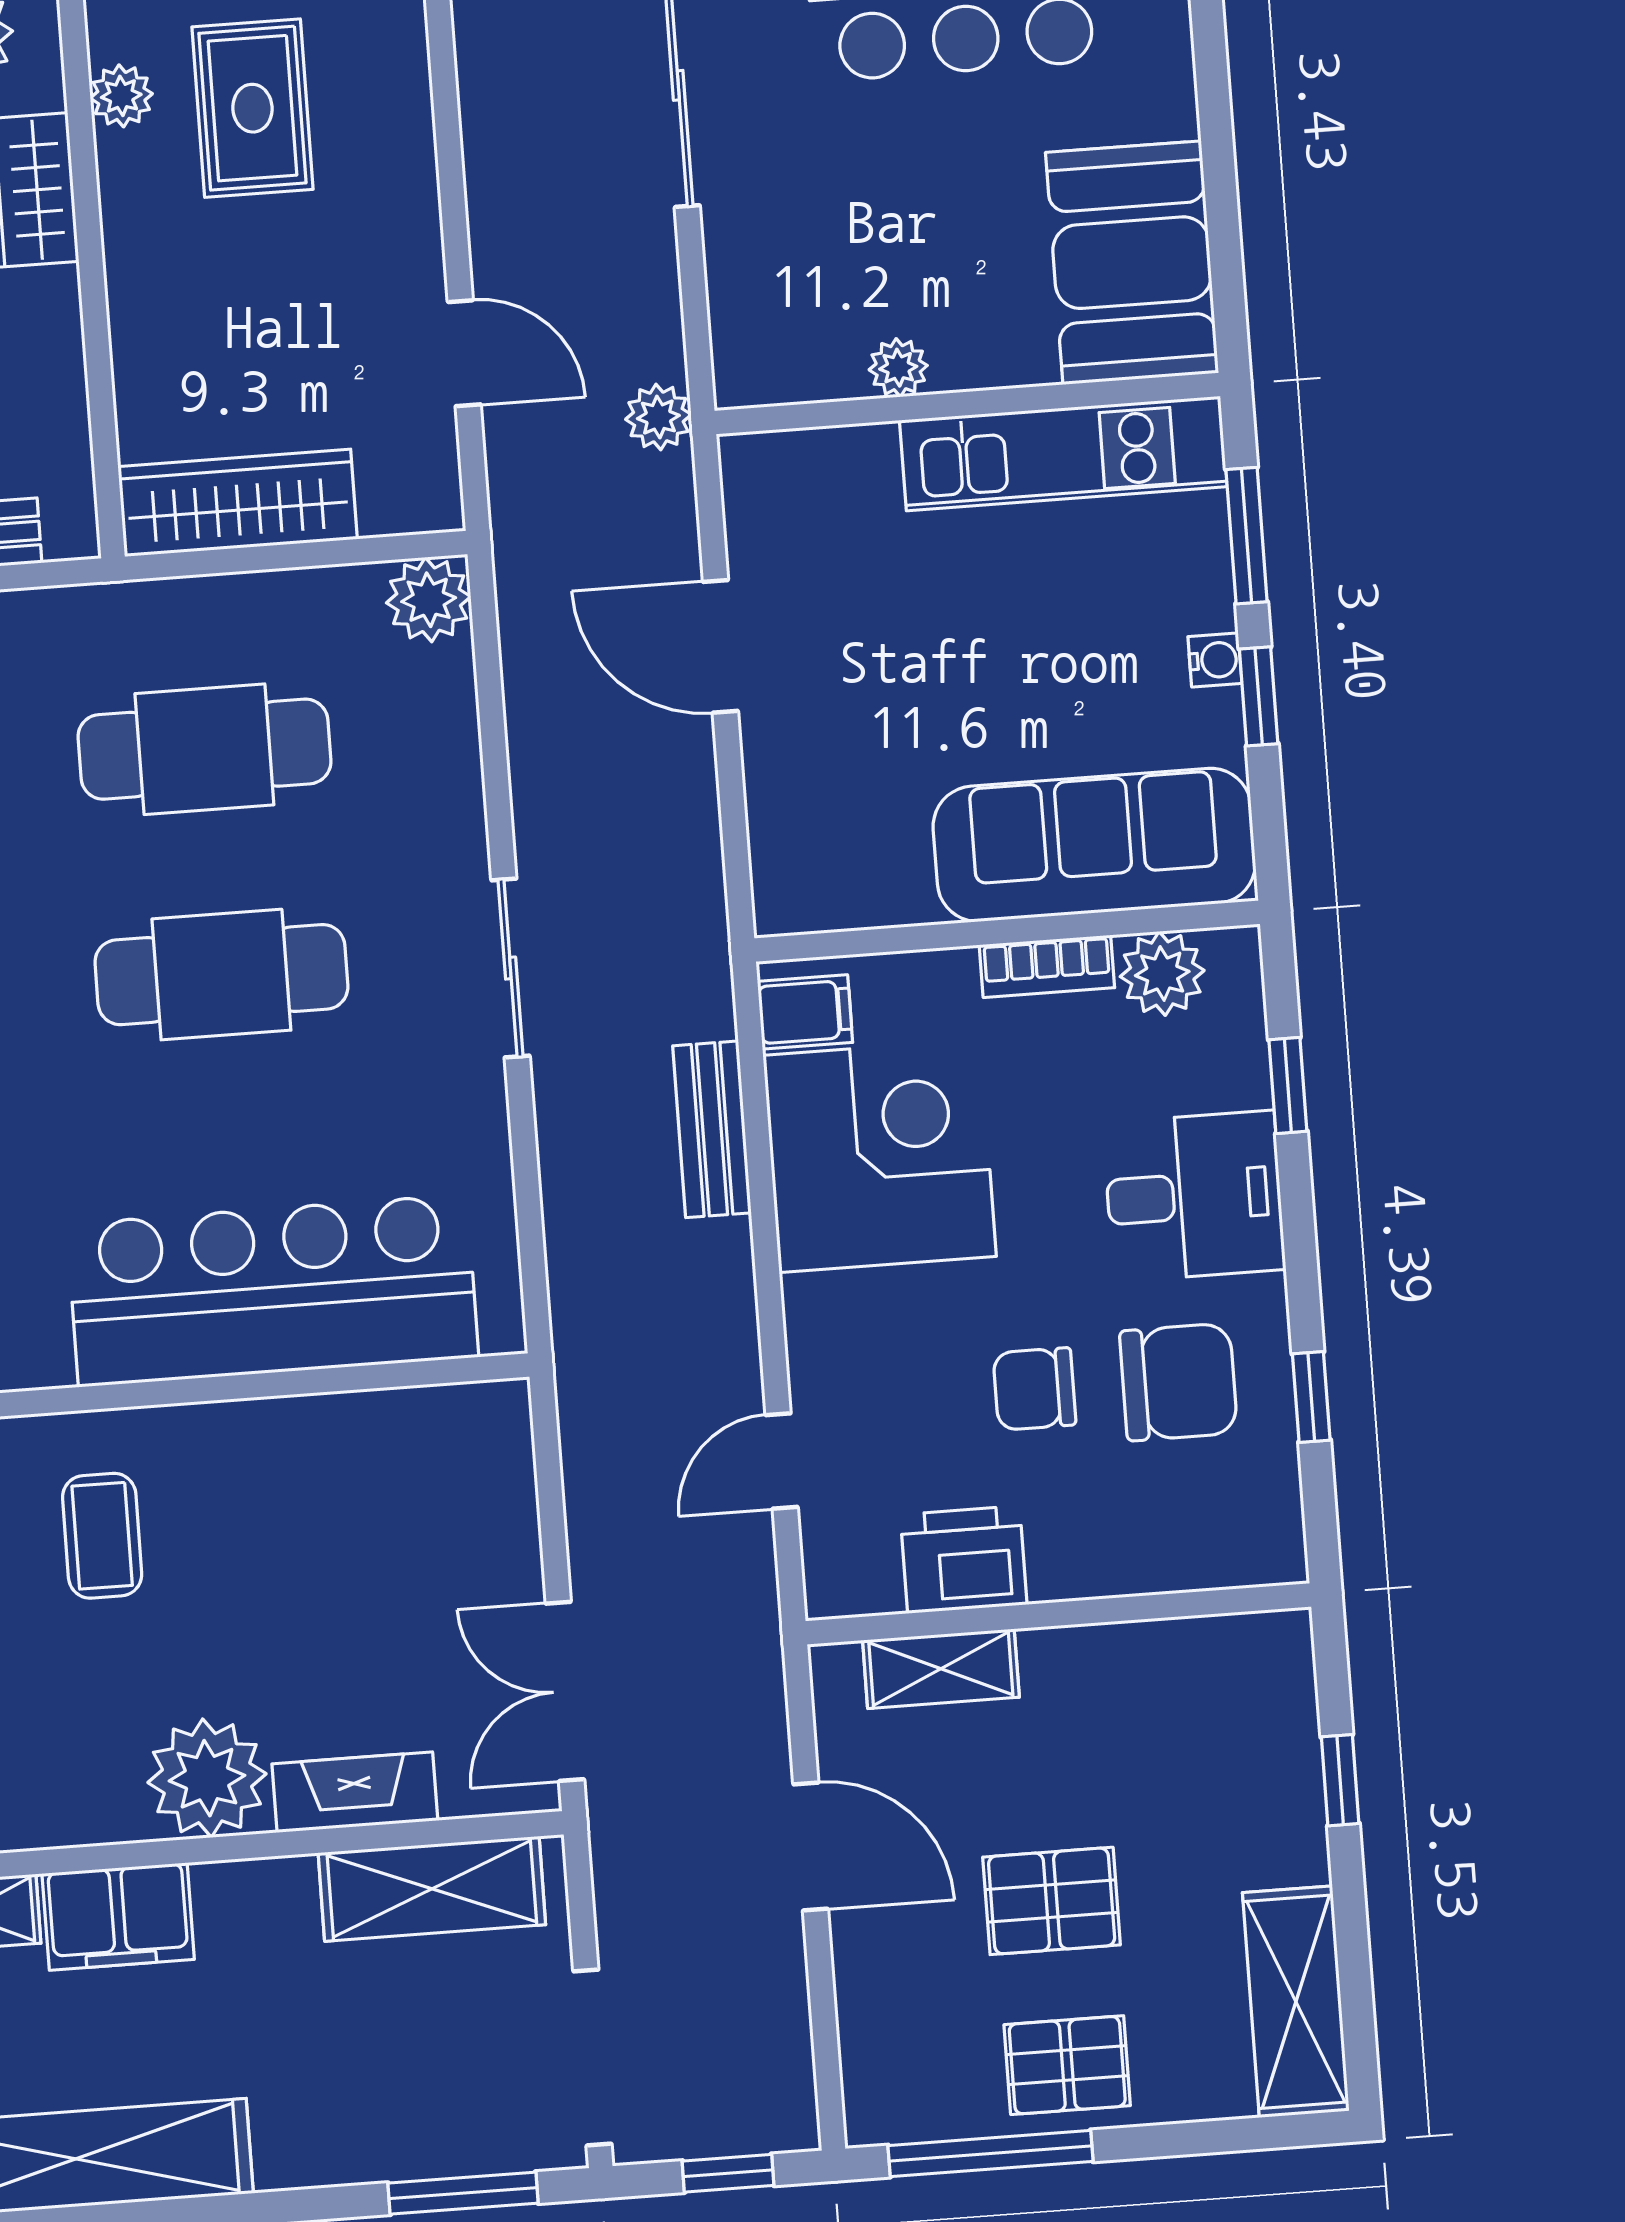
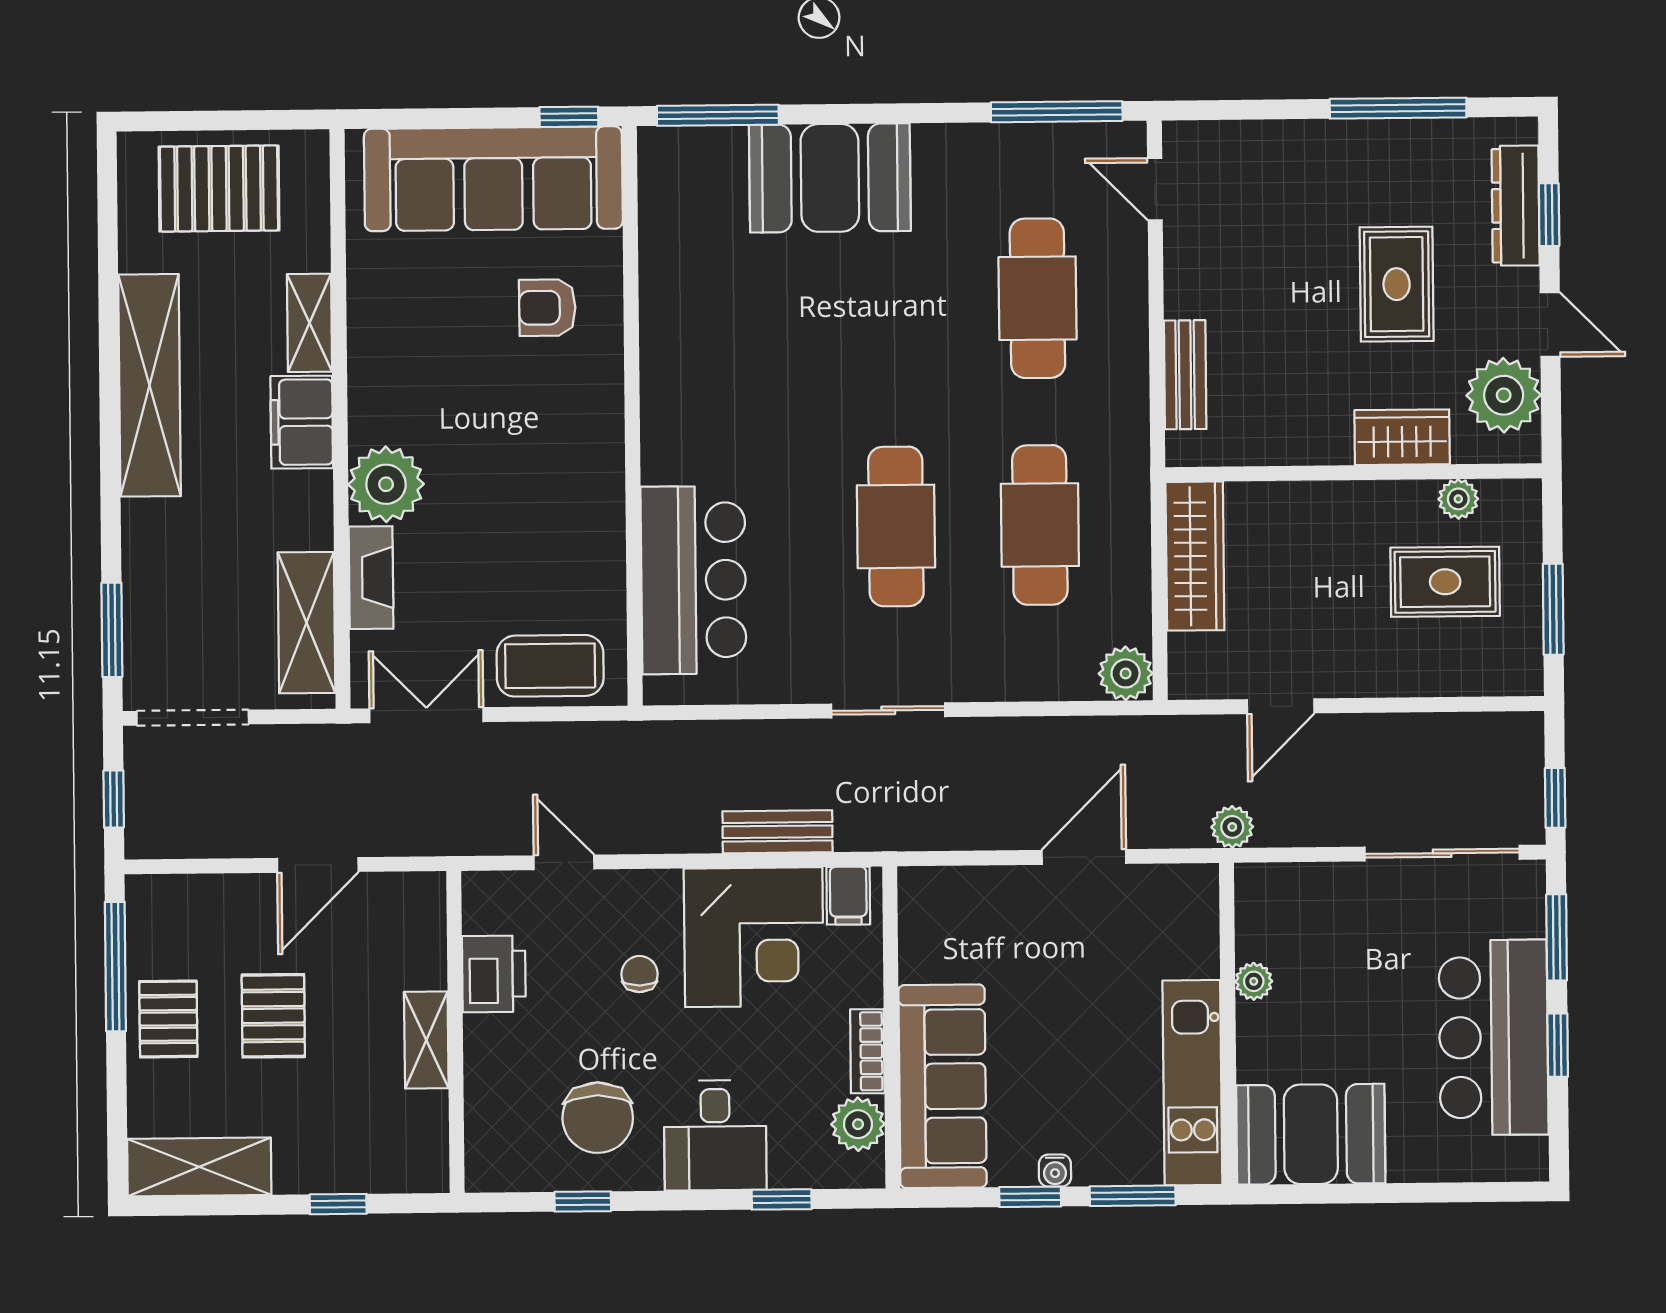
bar counter: (273, 1290) -> (693, 580), width x0.73
chair: (1034, 1389) -> (640, 974), moved, width x0.73, depth x0.73
coffee table: (102, 1536) -> (550, 666), moved, width x1.36, depth x1.30
shelving: (941, 1669) -> (426, 1040), moved

